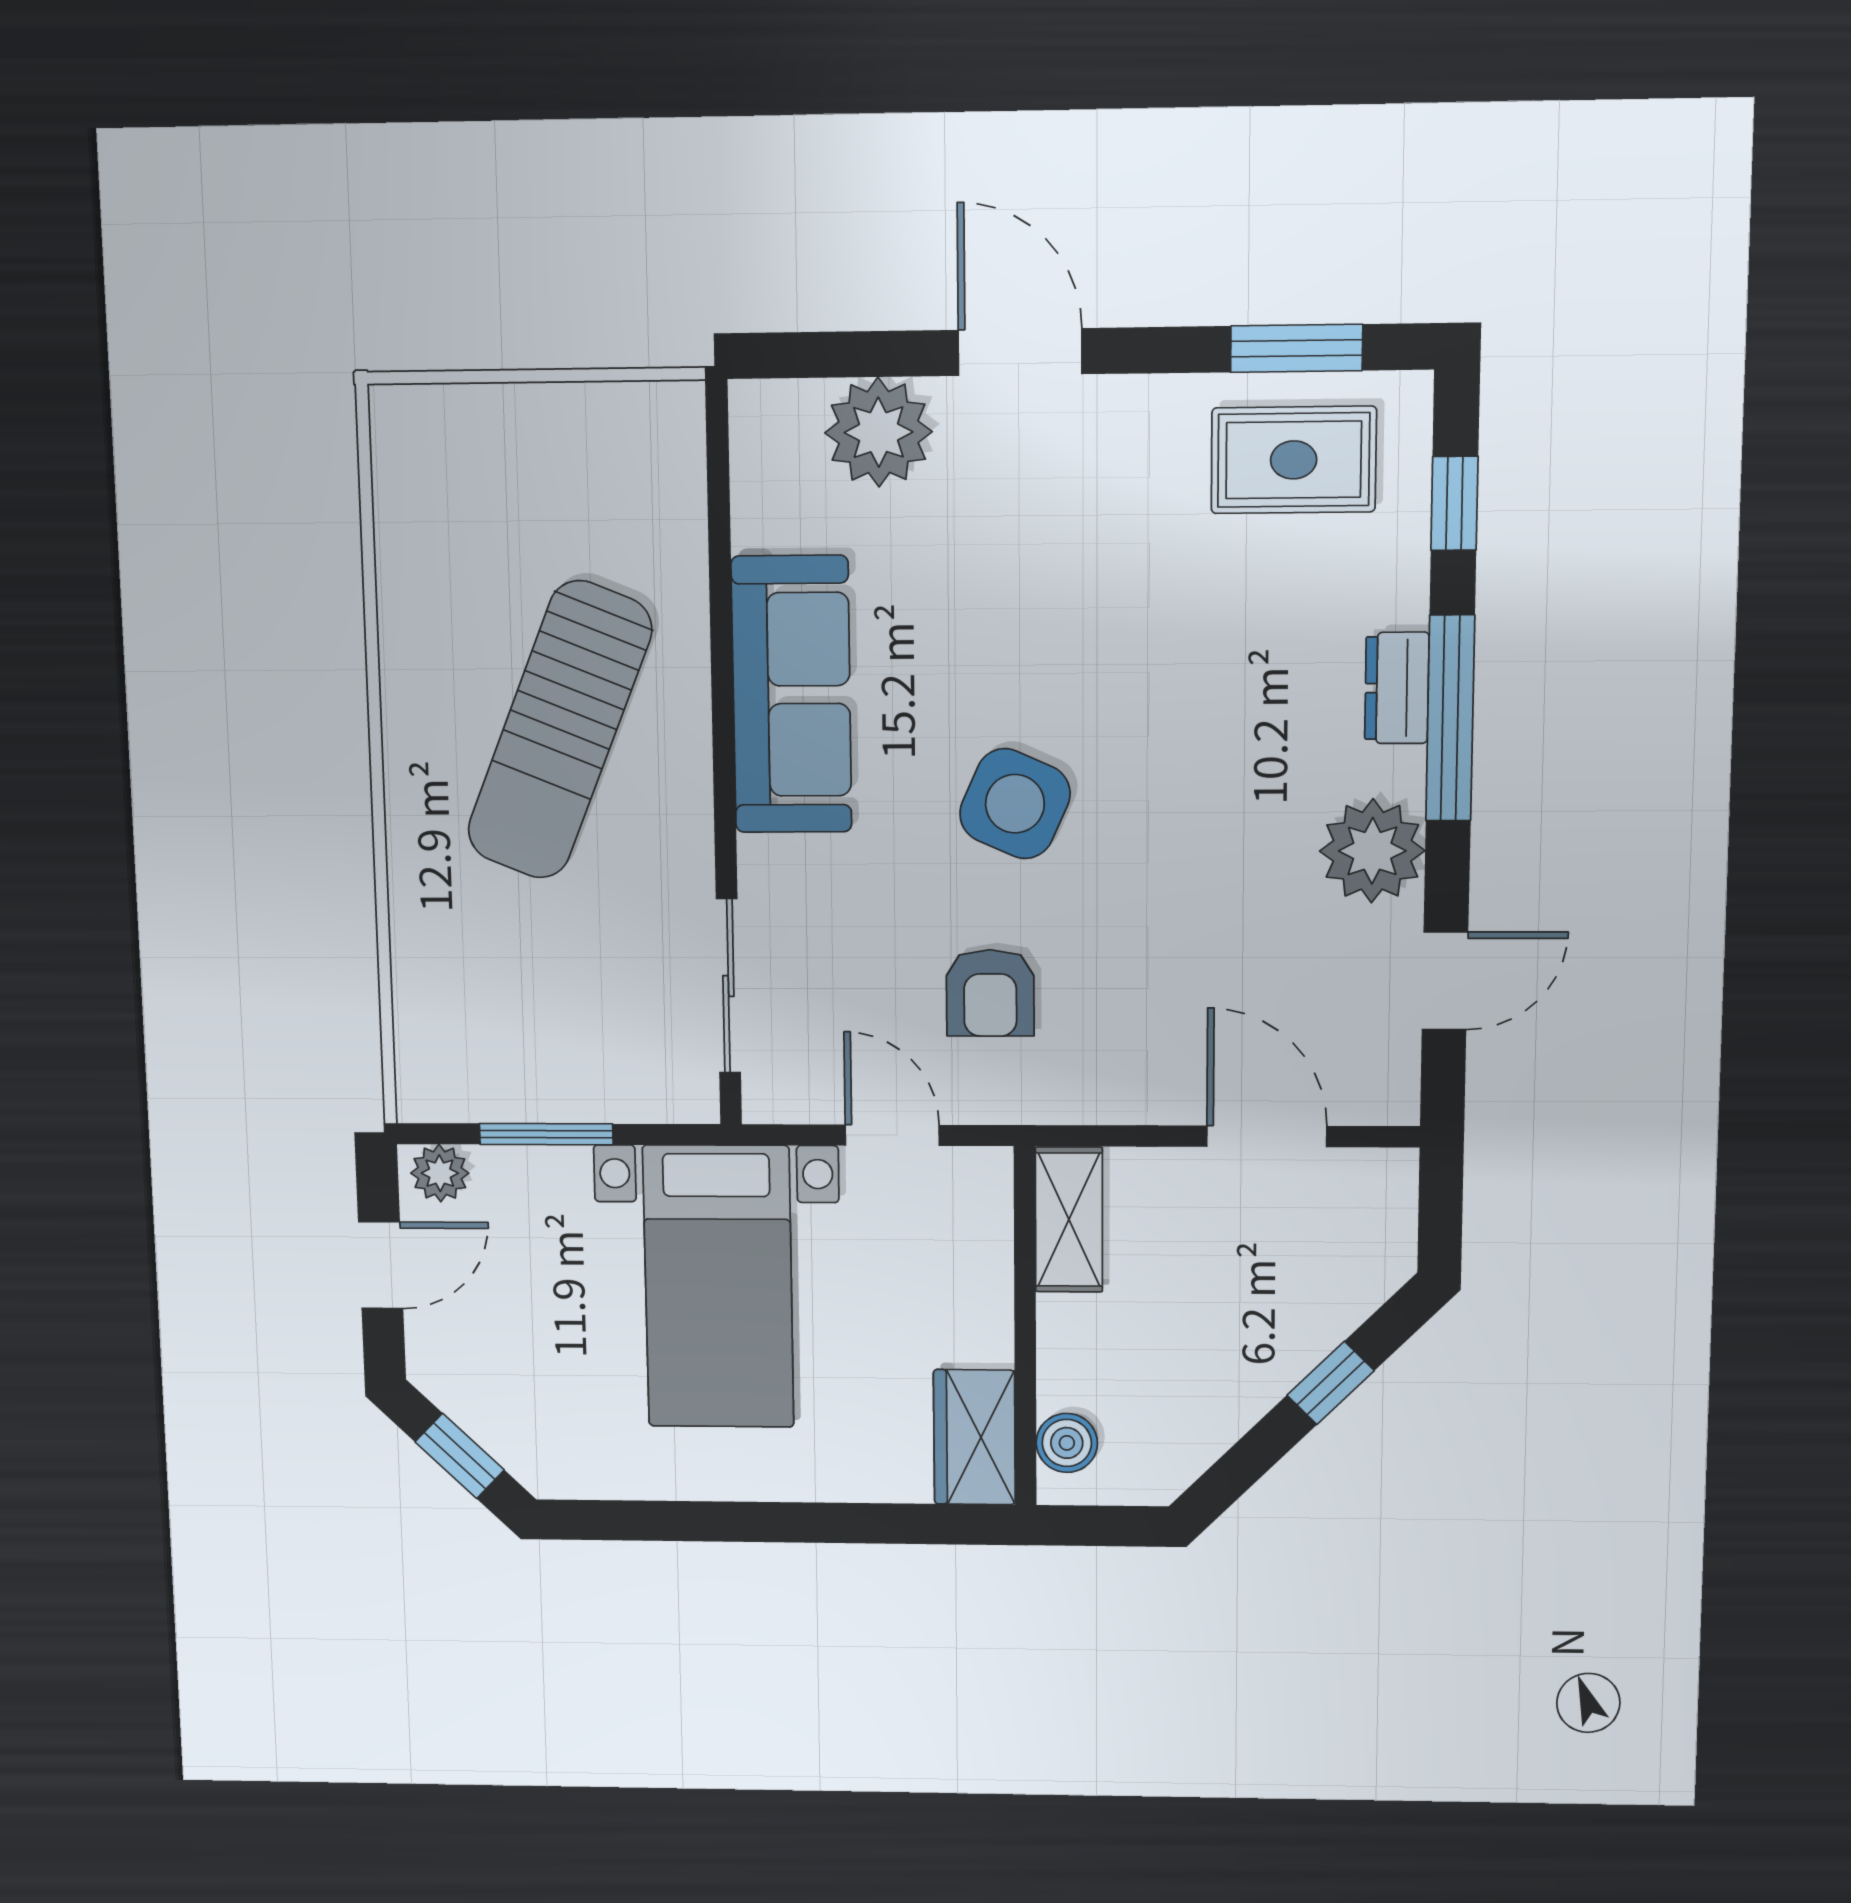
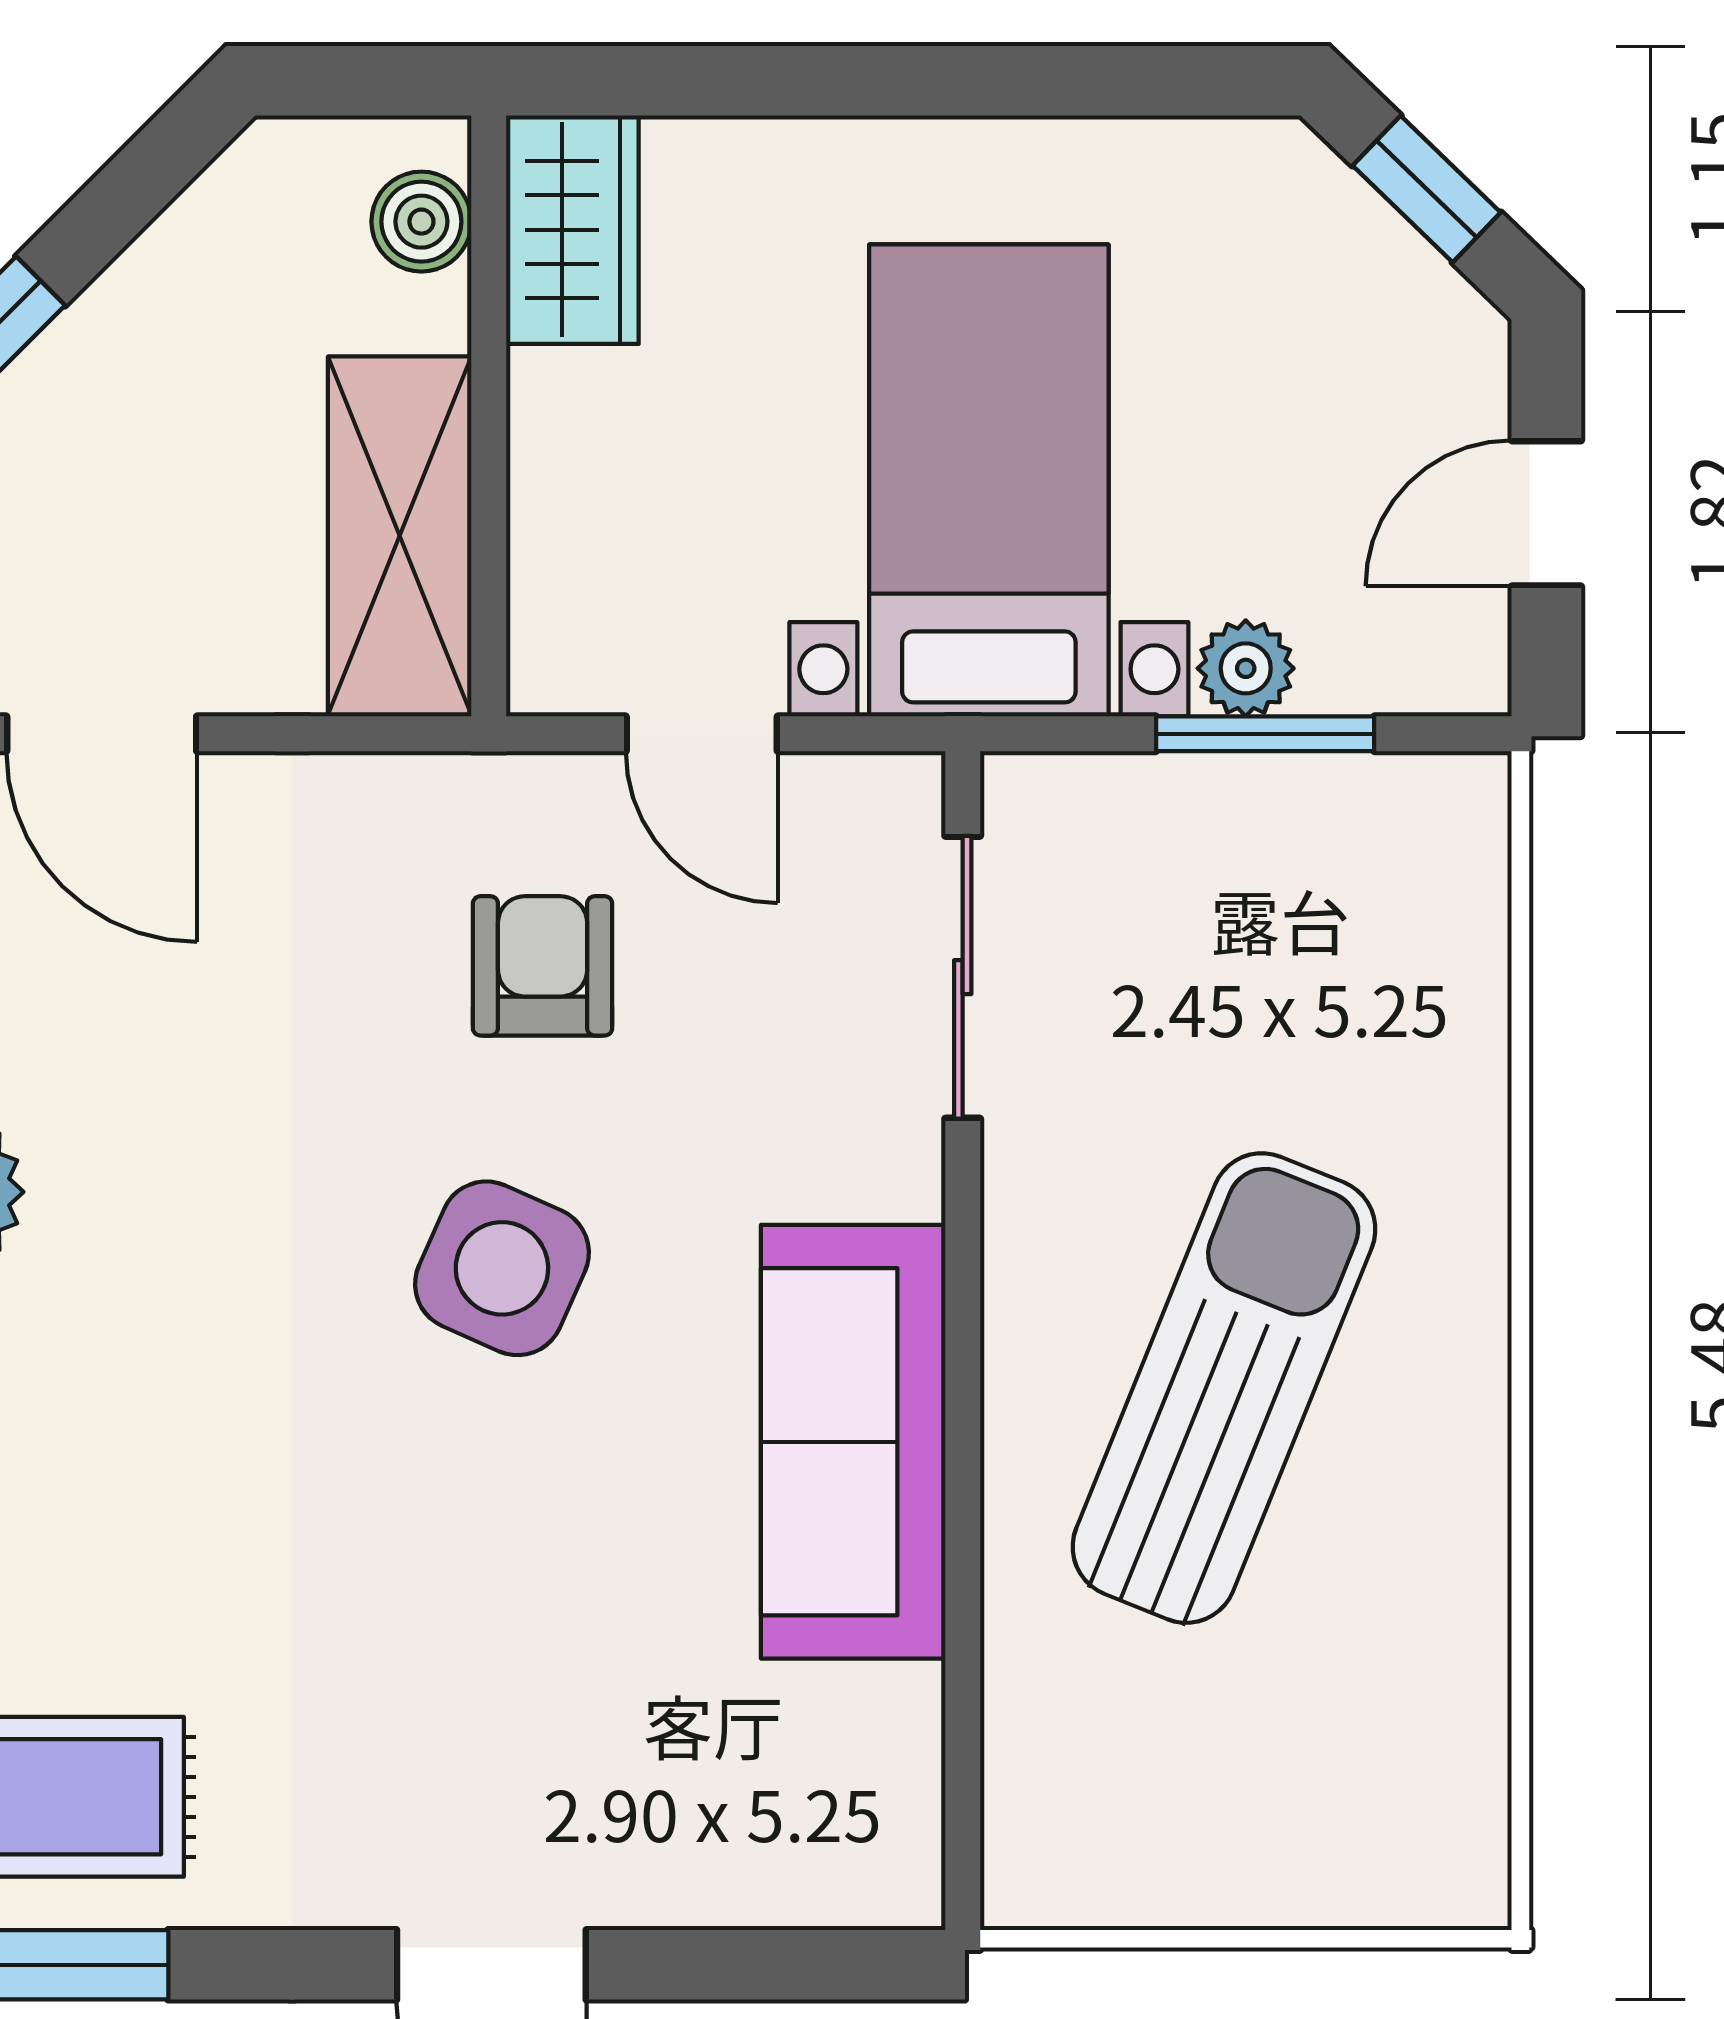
plant: (878, 432) -> (711, 1846), removed
plant: (440, 1173) -> (1246, 668), moved
shelving: (1069, 1220) -> (400, 536), width x1.50, depth x1.33

